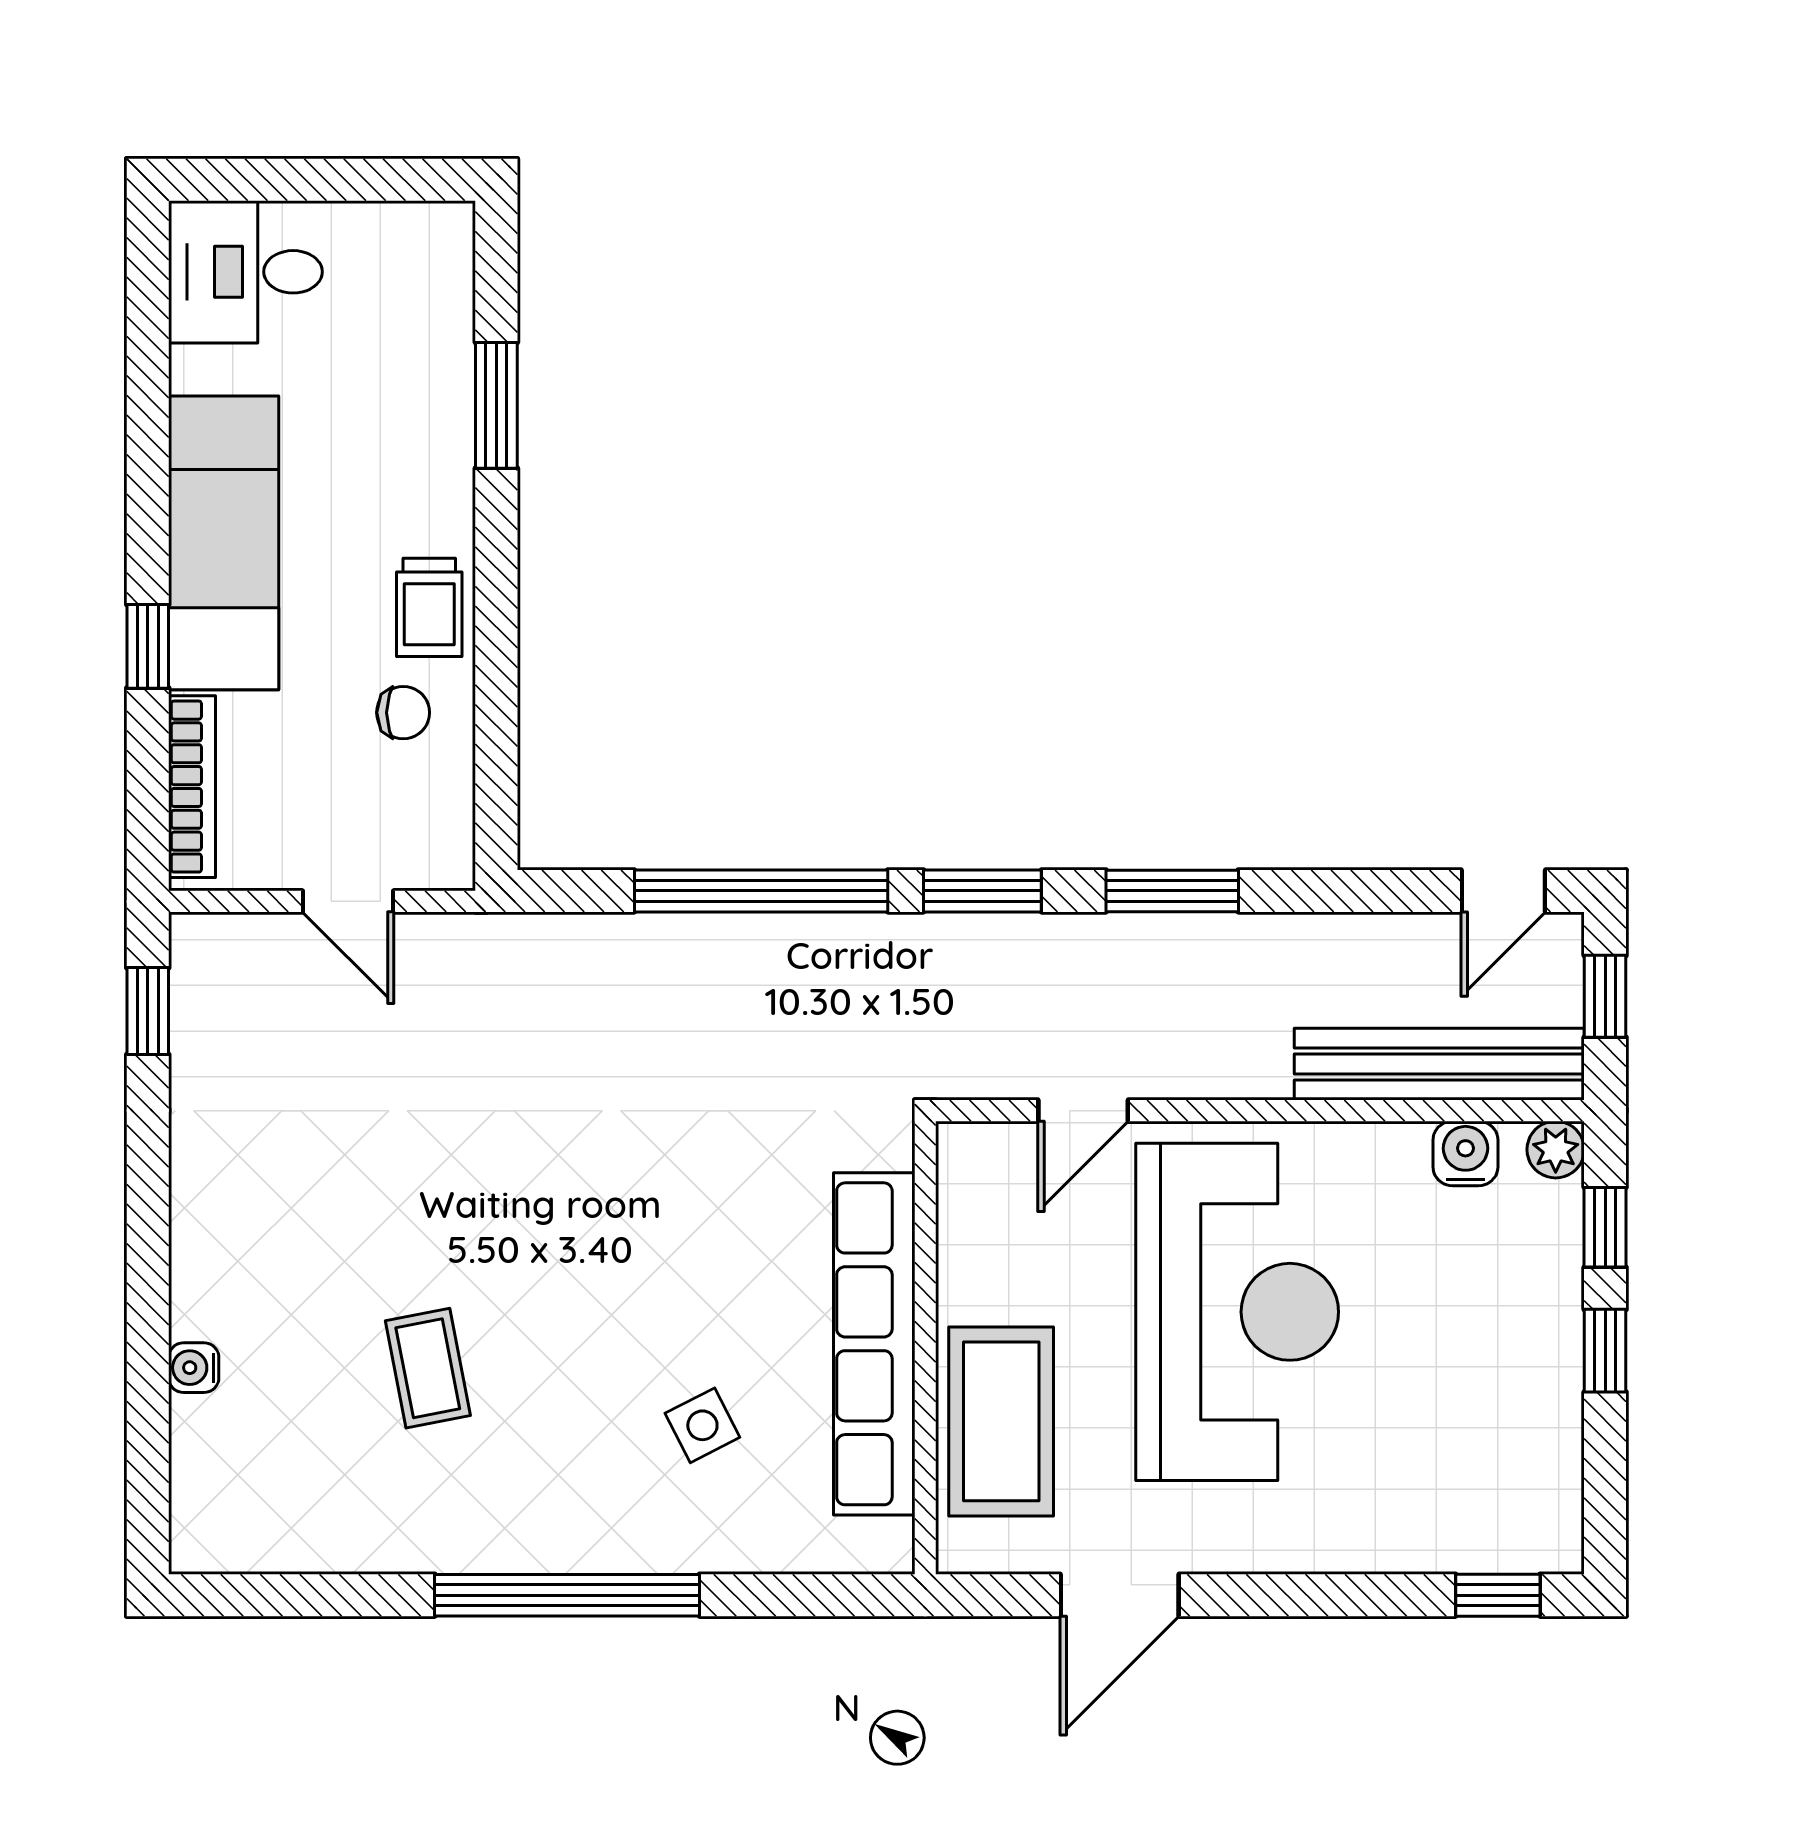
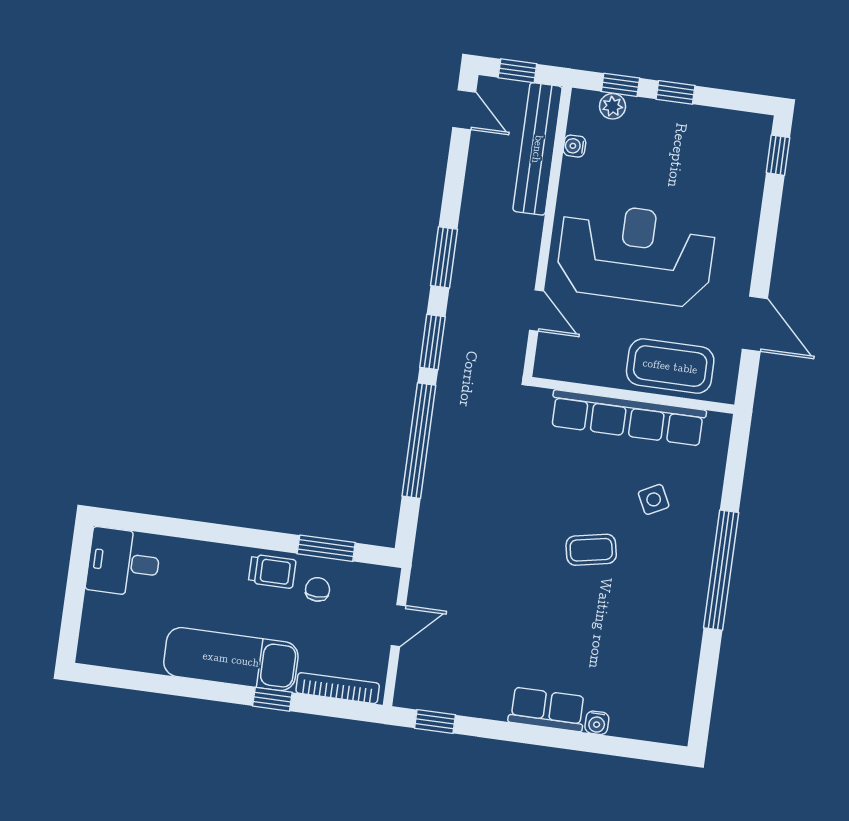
desk: (245, 272) -> (124, 562), moved, turned 90
window: (496, 405) -> (326, 548), moved
plant: (1556, 1150) -> (613, 106), moved
water cooler: (1465, 1153) -> (574, 146), width x0.72, depth x0.72
row of seats: (208, 1254) -> (547, 709), added
coffee table: (428, 1368) -> (591, 550), moved

